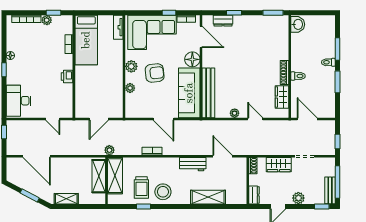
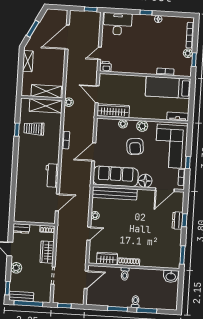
dresser: (223, 21) -> (177, 221), moved
printer: (67, 76) -> (105, 66), moved
wardrobe: (116, 100) -> (113, 111), added
stool: (163, 192) -> (29, 148), removed
shelving: (208, 197) -> (22, 187), removed

